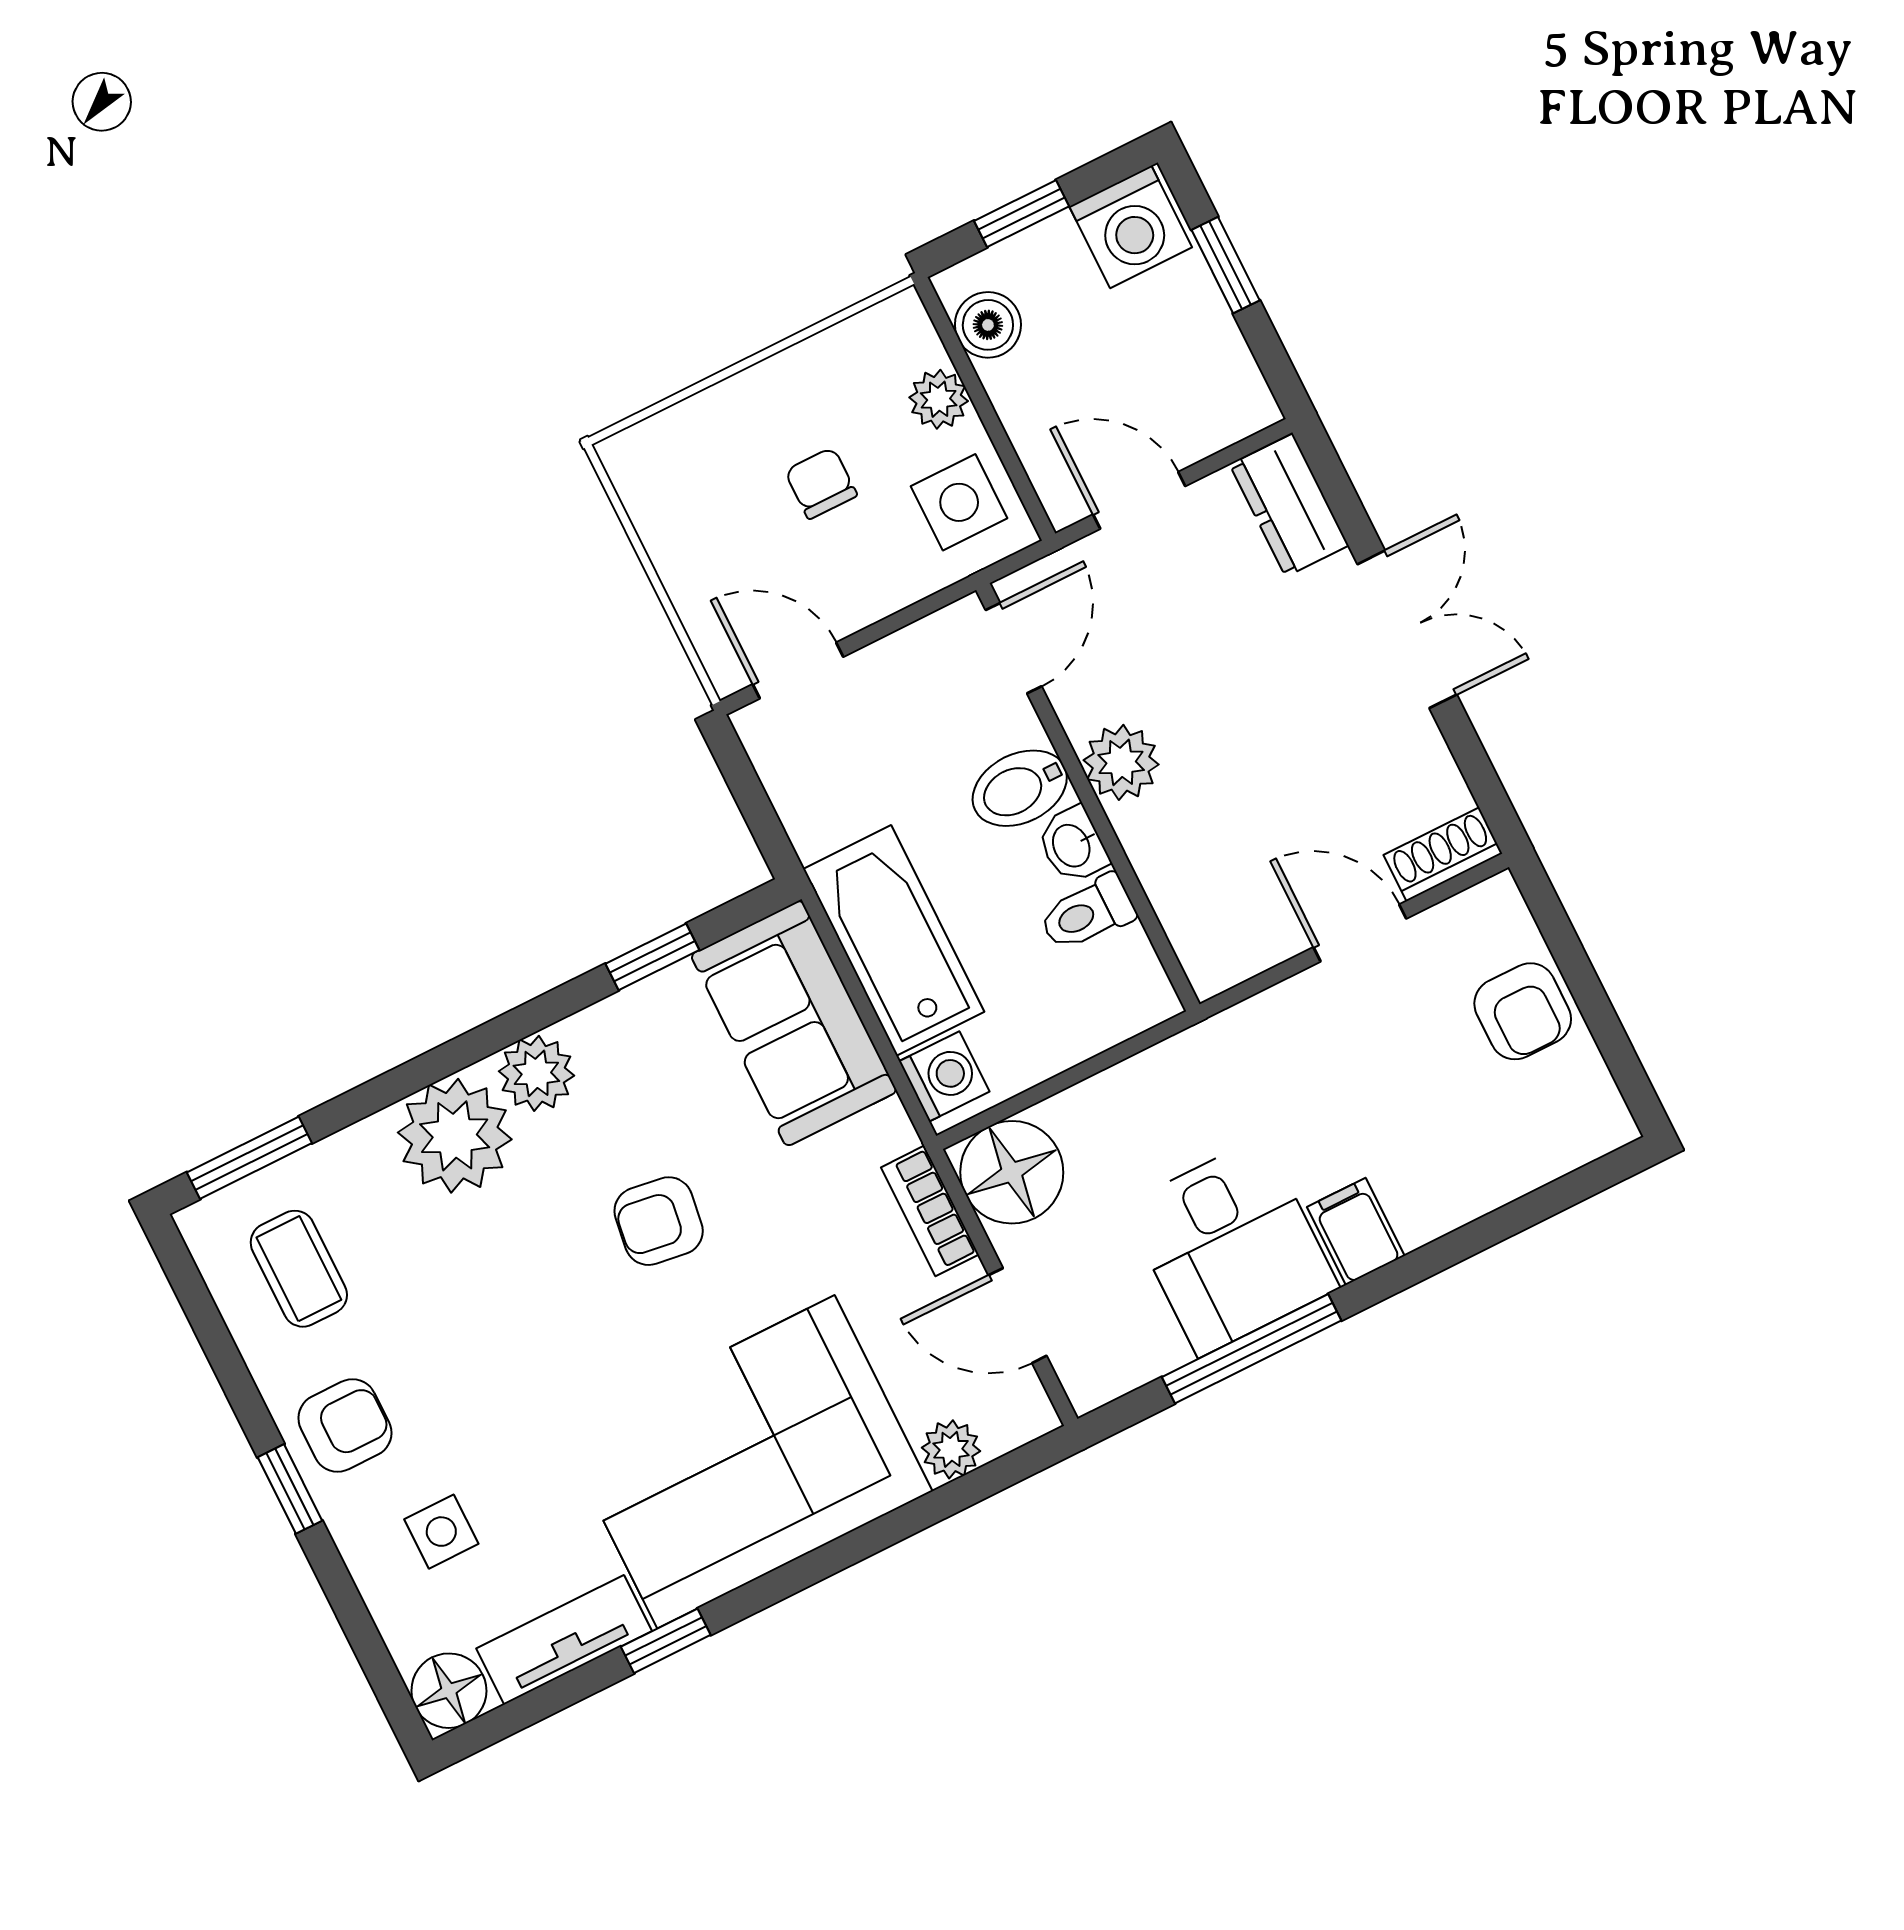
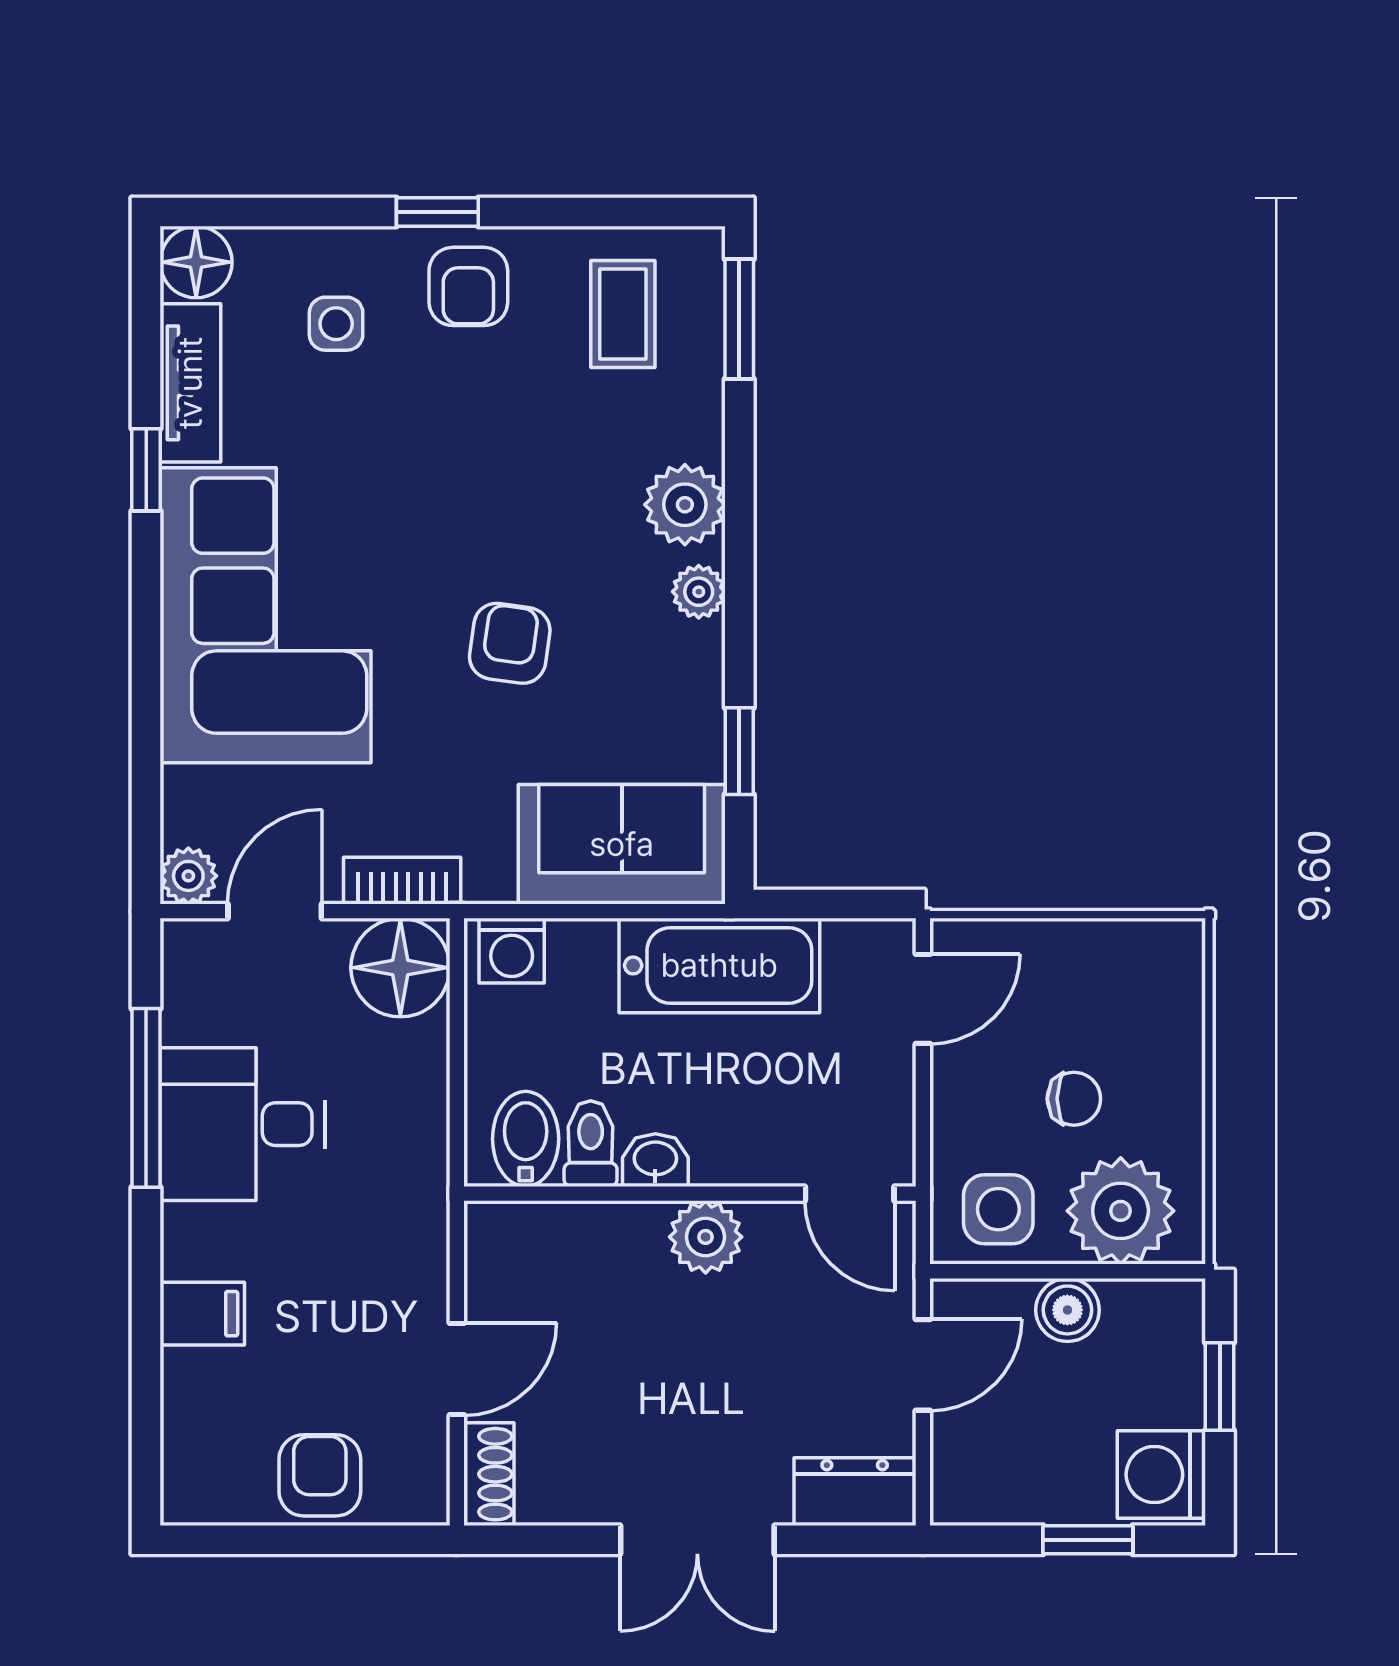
boiler: (988, 325) -> (1067, 1310), moved
plant: (939, 399) -> (1121, 1211), width x1.88, depth x1.88
bidet: (1020, 788) -> (526, 1139), moved
bathtub: (894, 940) -> (719, 965), moved
armchair: (1523, 1011) -> (320, 1475), turned 90
plant: (536, 1073) -> (699, 592), width x0.73, depth x0.73
plant: (455, 1136) -> (685, 505), width x0.73, depth x0.73
filing cabinet: (1356, 1231) -> (202, 1314), moved
coffee table: (299, 1269) -> (623, 314), turned 90
plant: (951, 1449) -> (188, 876), moved

